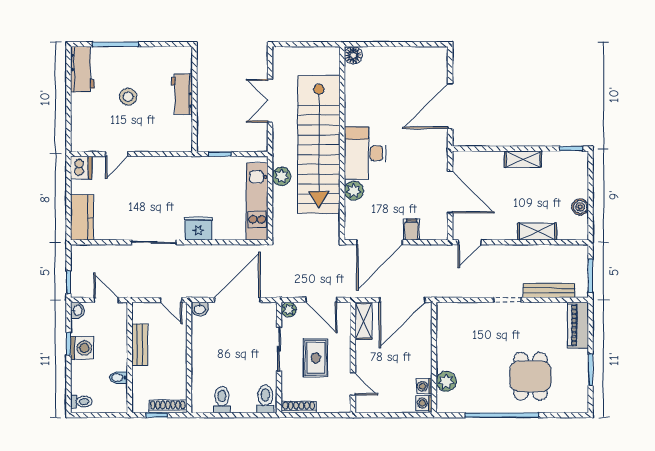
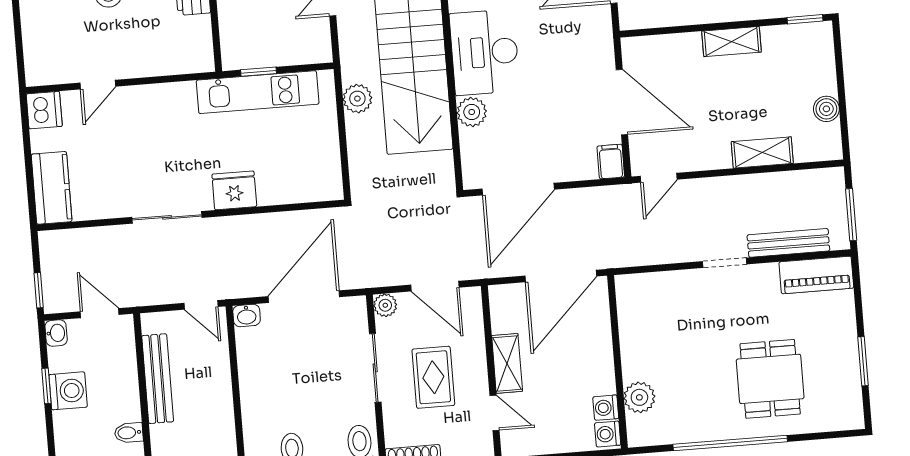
kitchen unit: (257, 202) -> (258, 92), moved, turned -90
filing cabinet: (412, 229) -> (611, 162), moved
shelving: (363, 321) -> (507, 363), moved
piano: (578, 325) -> (816, 275), moved, turned -90
bench: (140, 345) -> (158, 379), width x1.36

